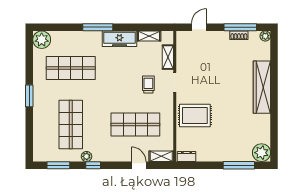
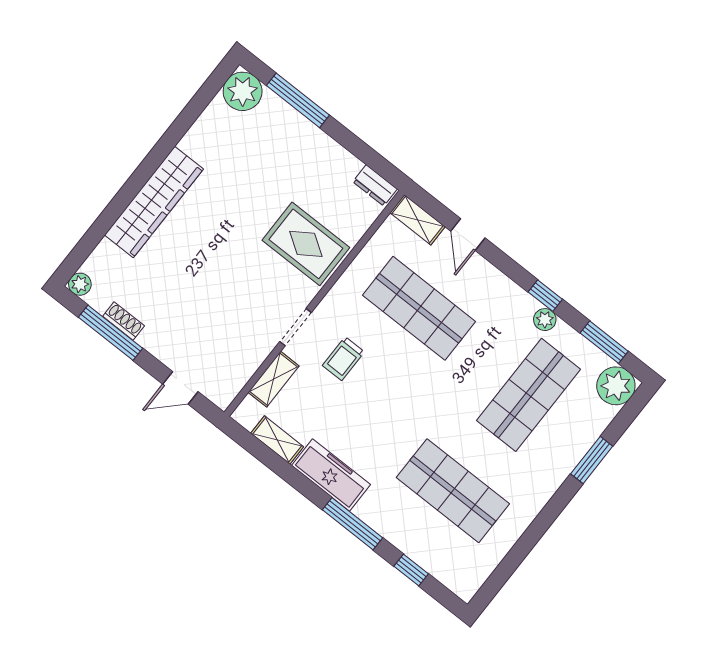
window: (63, 27) -> (411, 570), added
plant: (42, 40) -> (616, 386), moved
window: (29, 96) -> (592, 460), moved

